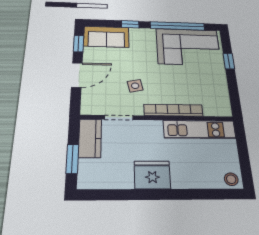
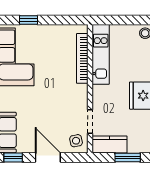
side table: (135, 86) -> (76, 141), moved
bookcase: (173, 110) -> (82, 58), moved

